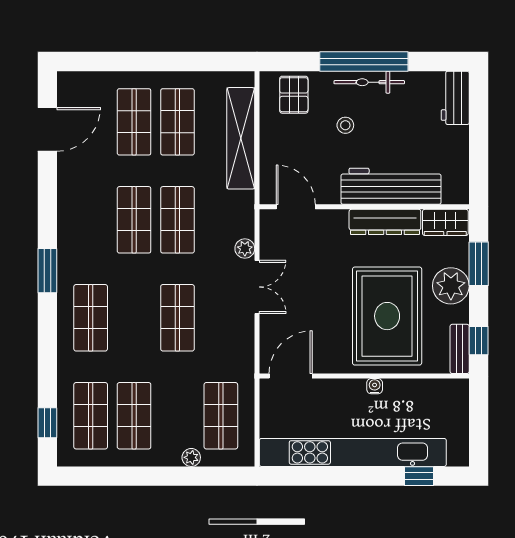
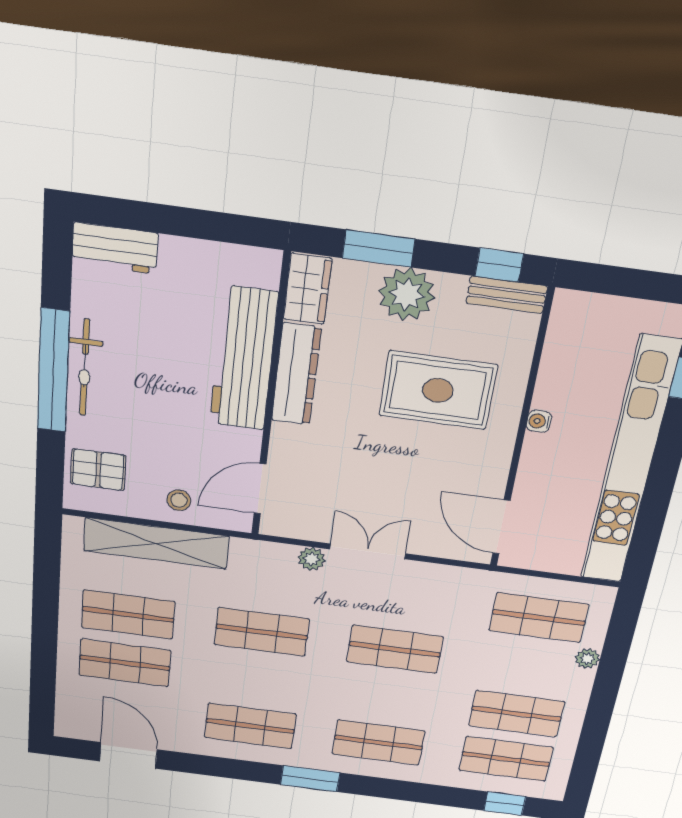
stool: (345, 125) -> (179, 500), moved
shop shelf: (134, 220) -> (250, 726), moved
rug: (387, 316) -> (438, 390), width x0.73, depth x0.69

